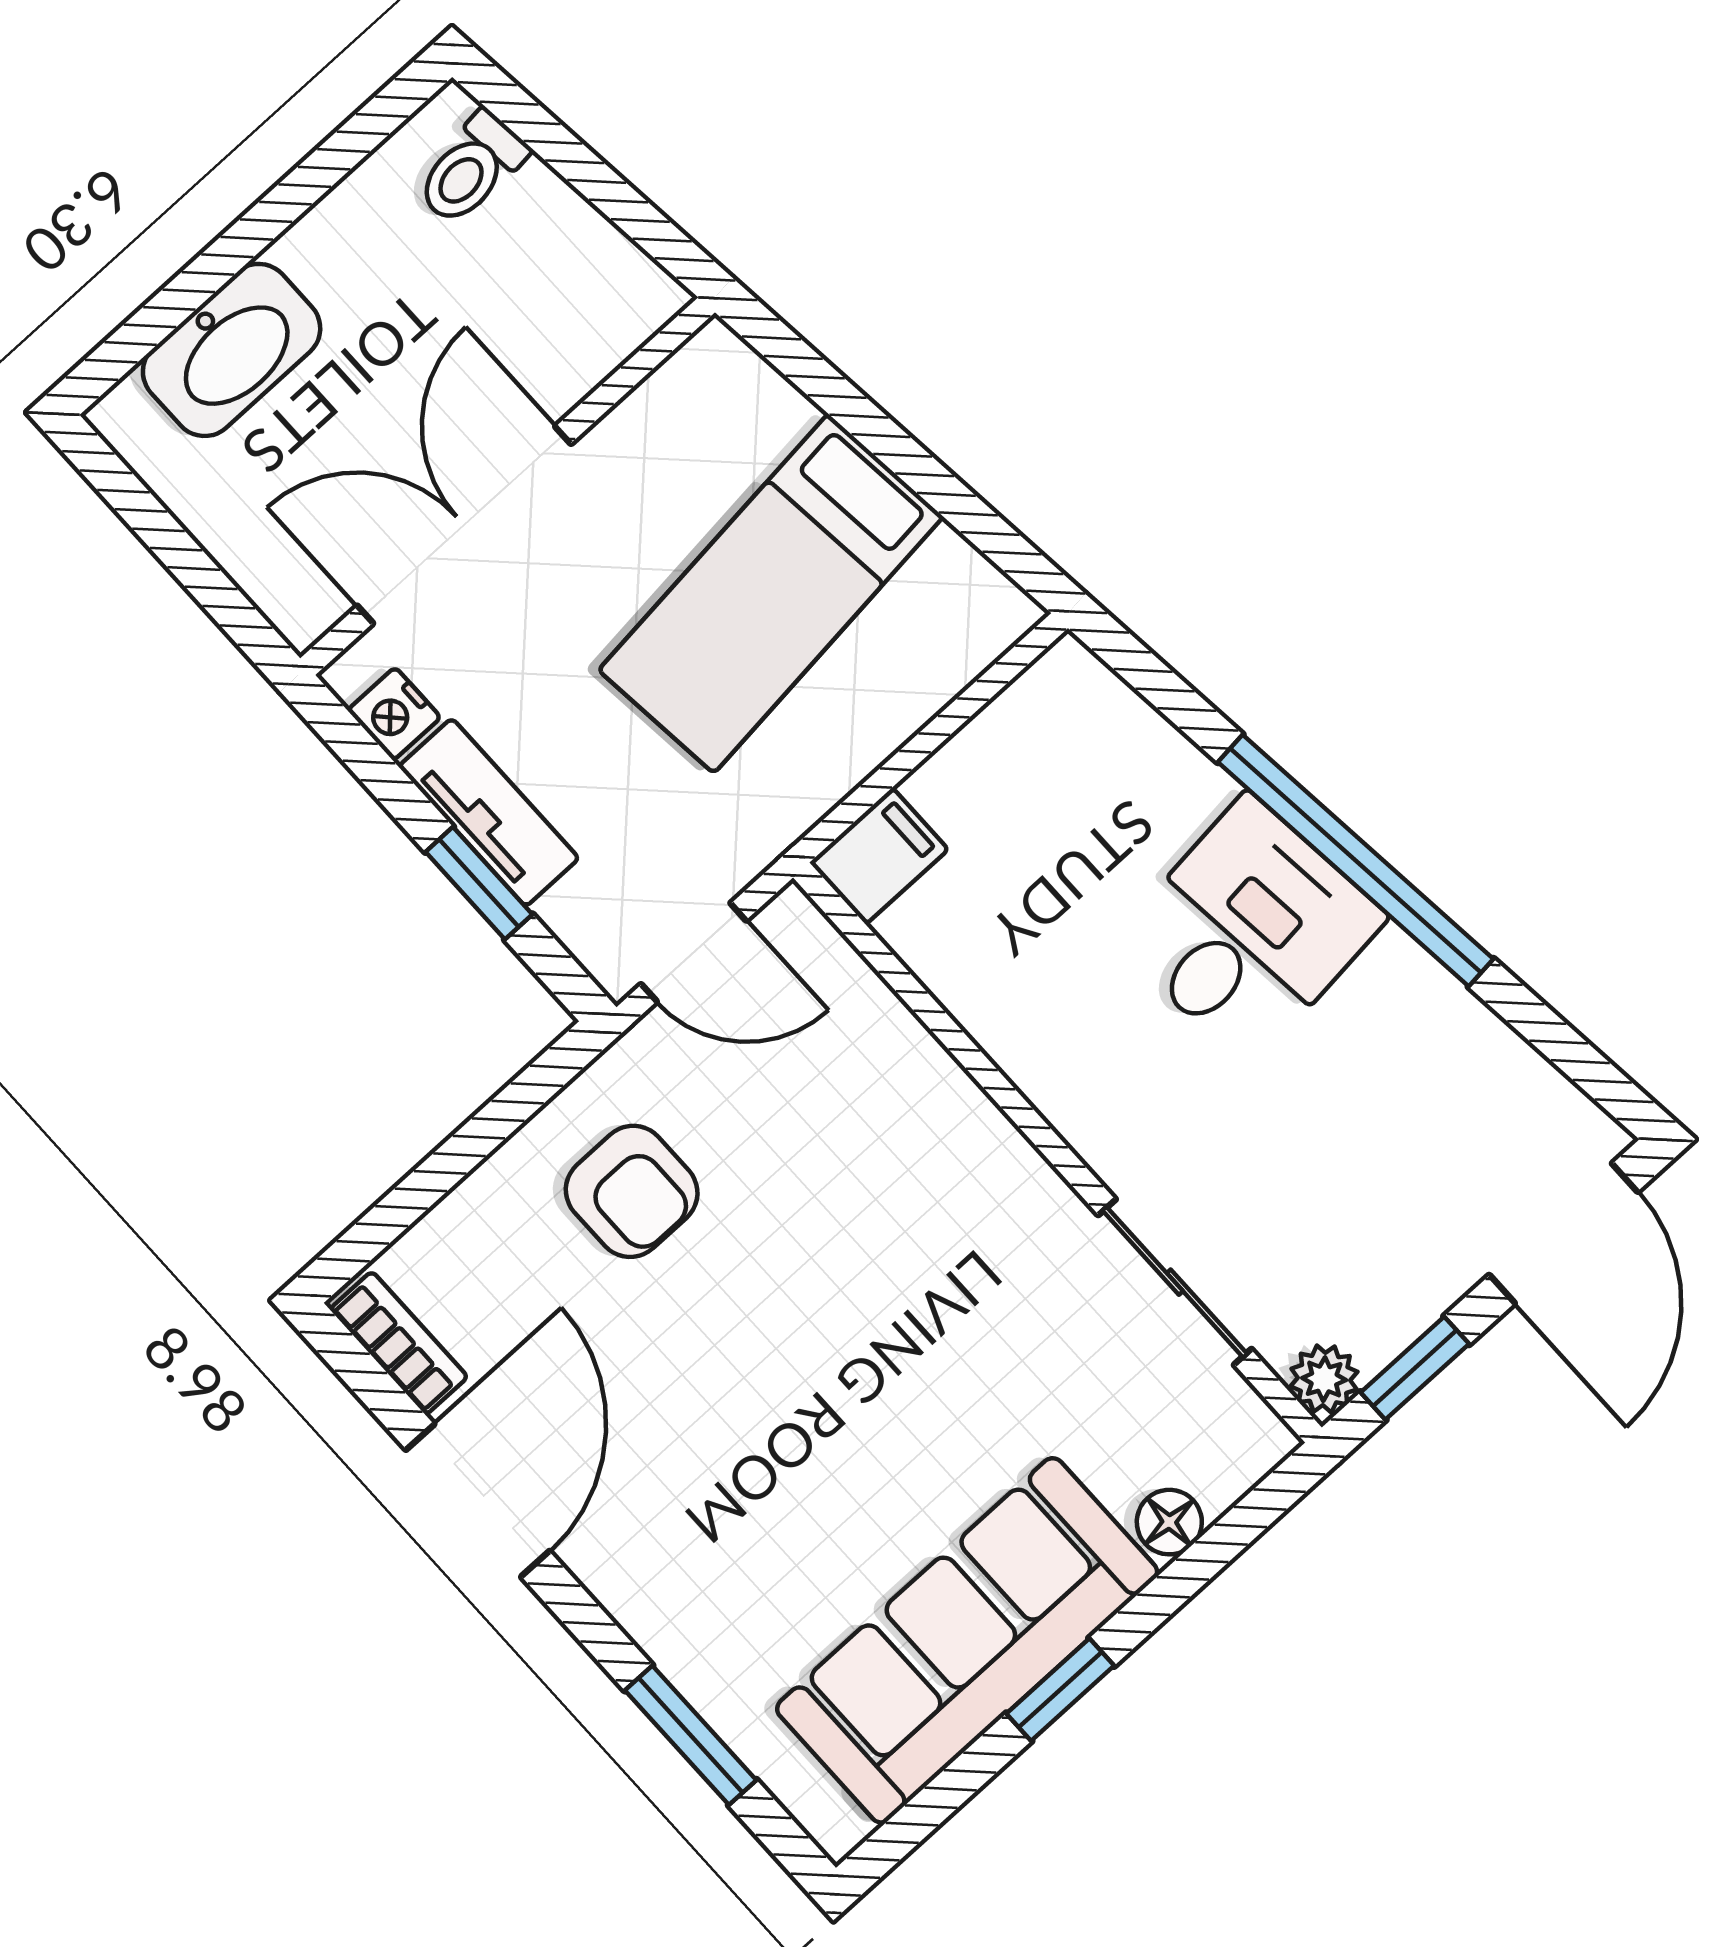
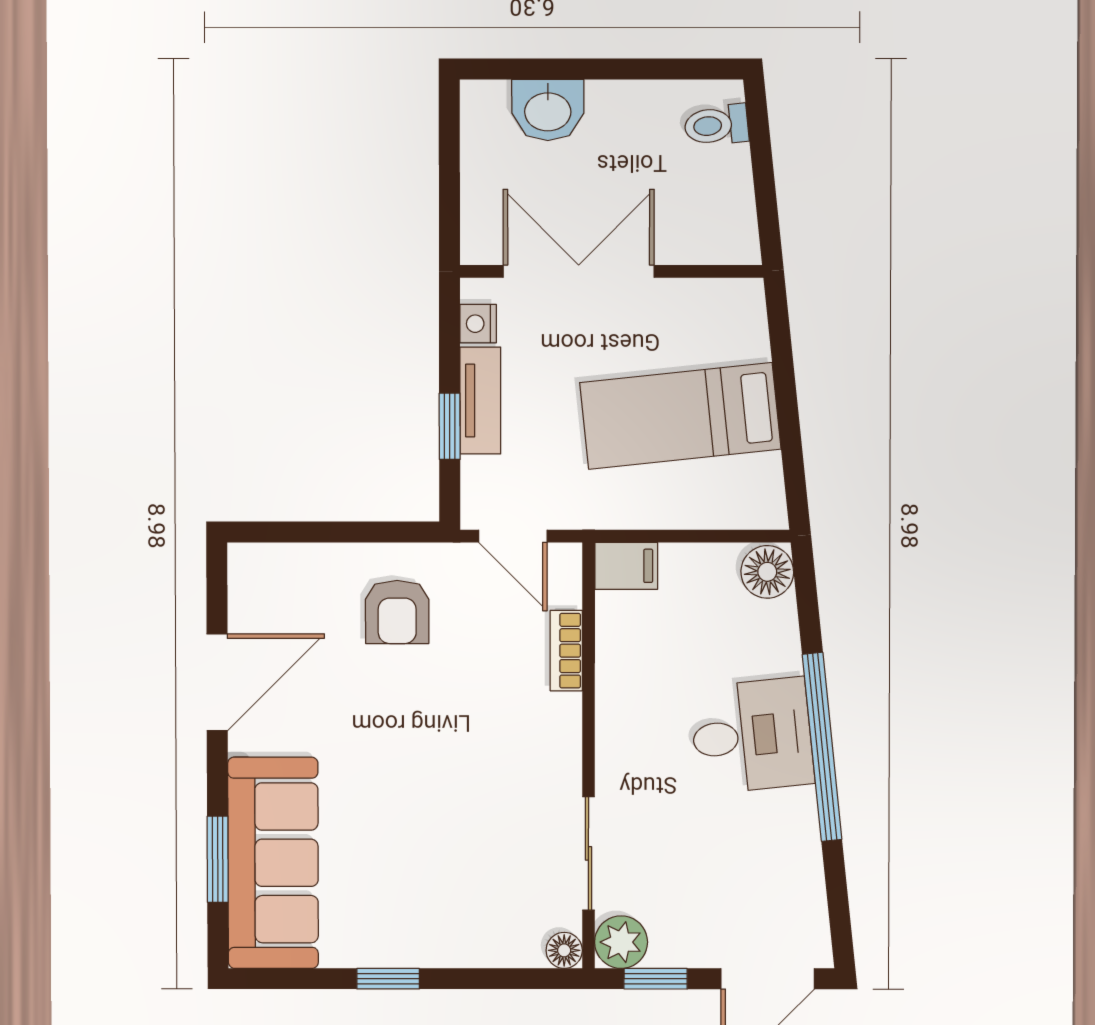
washbasin: (232, 350) -> (548, 110), width x0.72
floor lamp: (1073, 695) -> (767, 572), added
bookcase: (399, 1343) -> (566, 651), moved, turned 180
plant: (1324, 1379) -> (621, 942), width x1.38, depth x1.38
floor lamp: (1169, 1522) -> (564, 950), moved
sofa: (967, 1640) -> (273, 863), moved, turned 90

